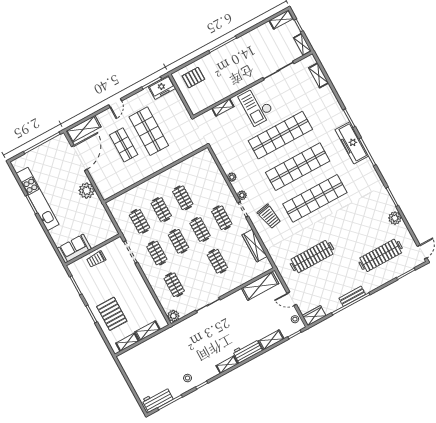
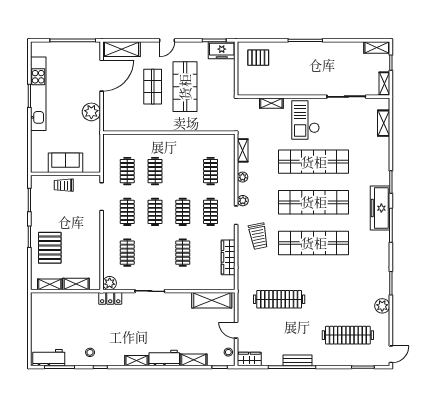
shelving: (221, 156) -> (243, 150), added
clothes rail: (183, 198) -> (211, 171), moved
sofa: (74, 249) -> (66, 163), moved
locker: (180, 328) -> (110, 298), added

